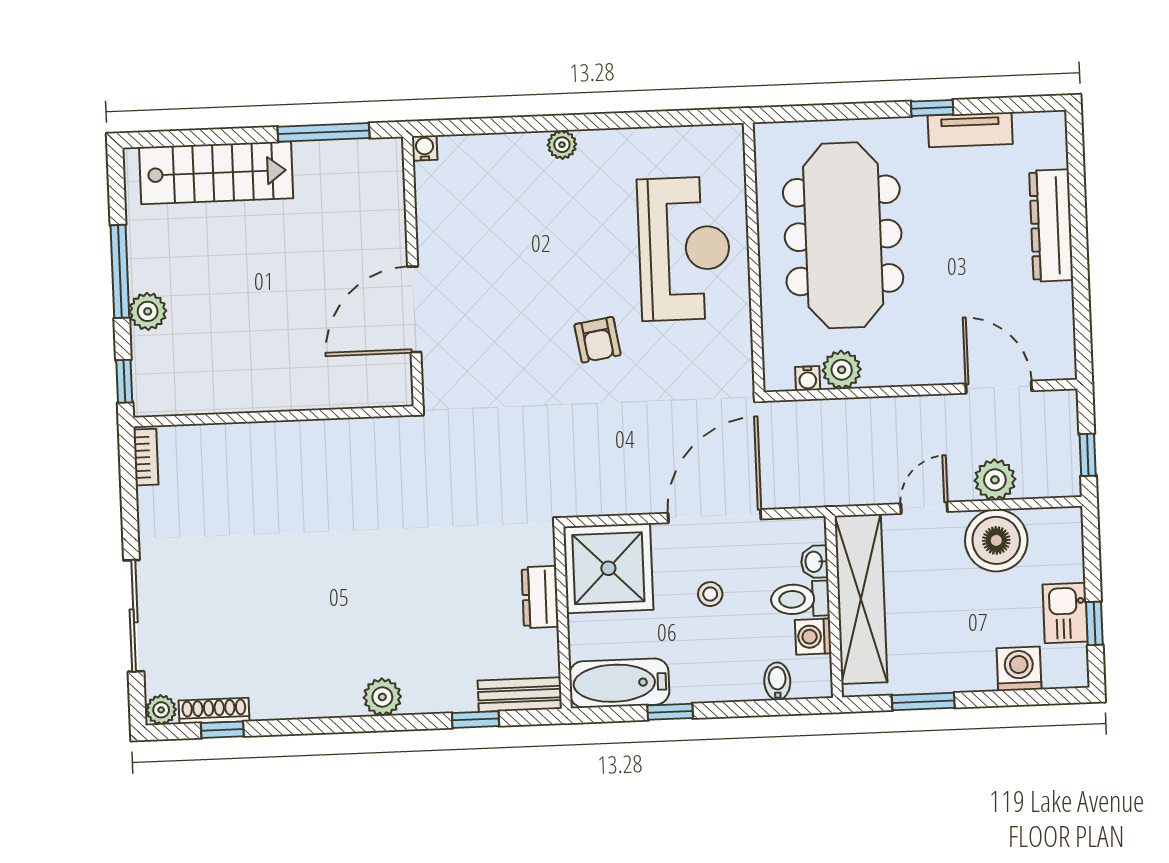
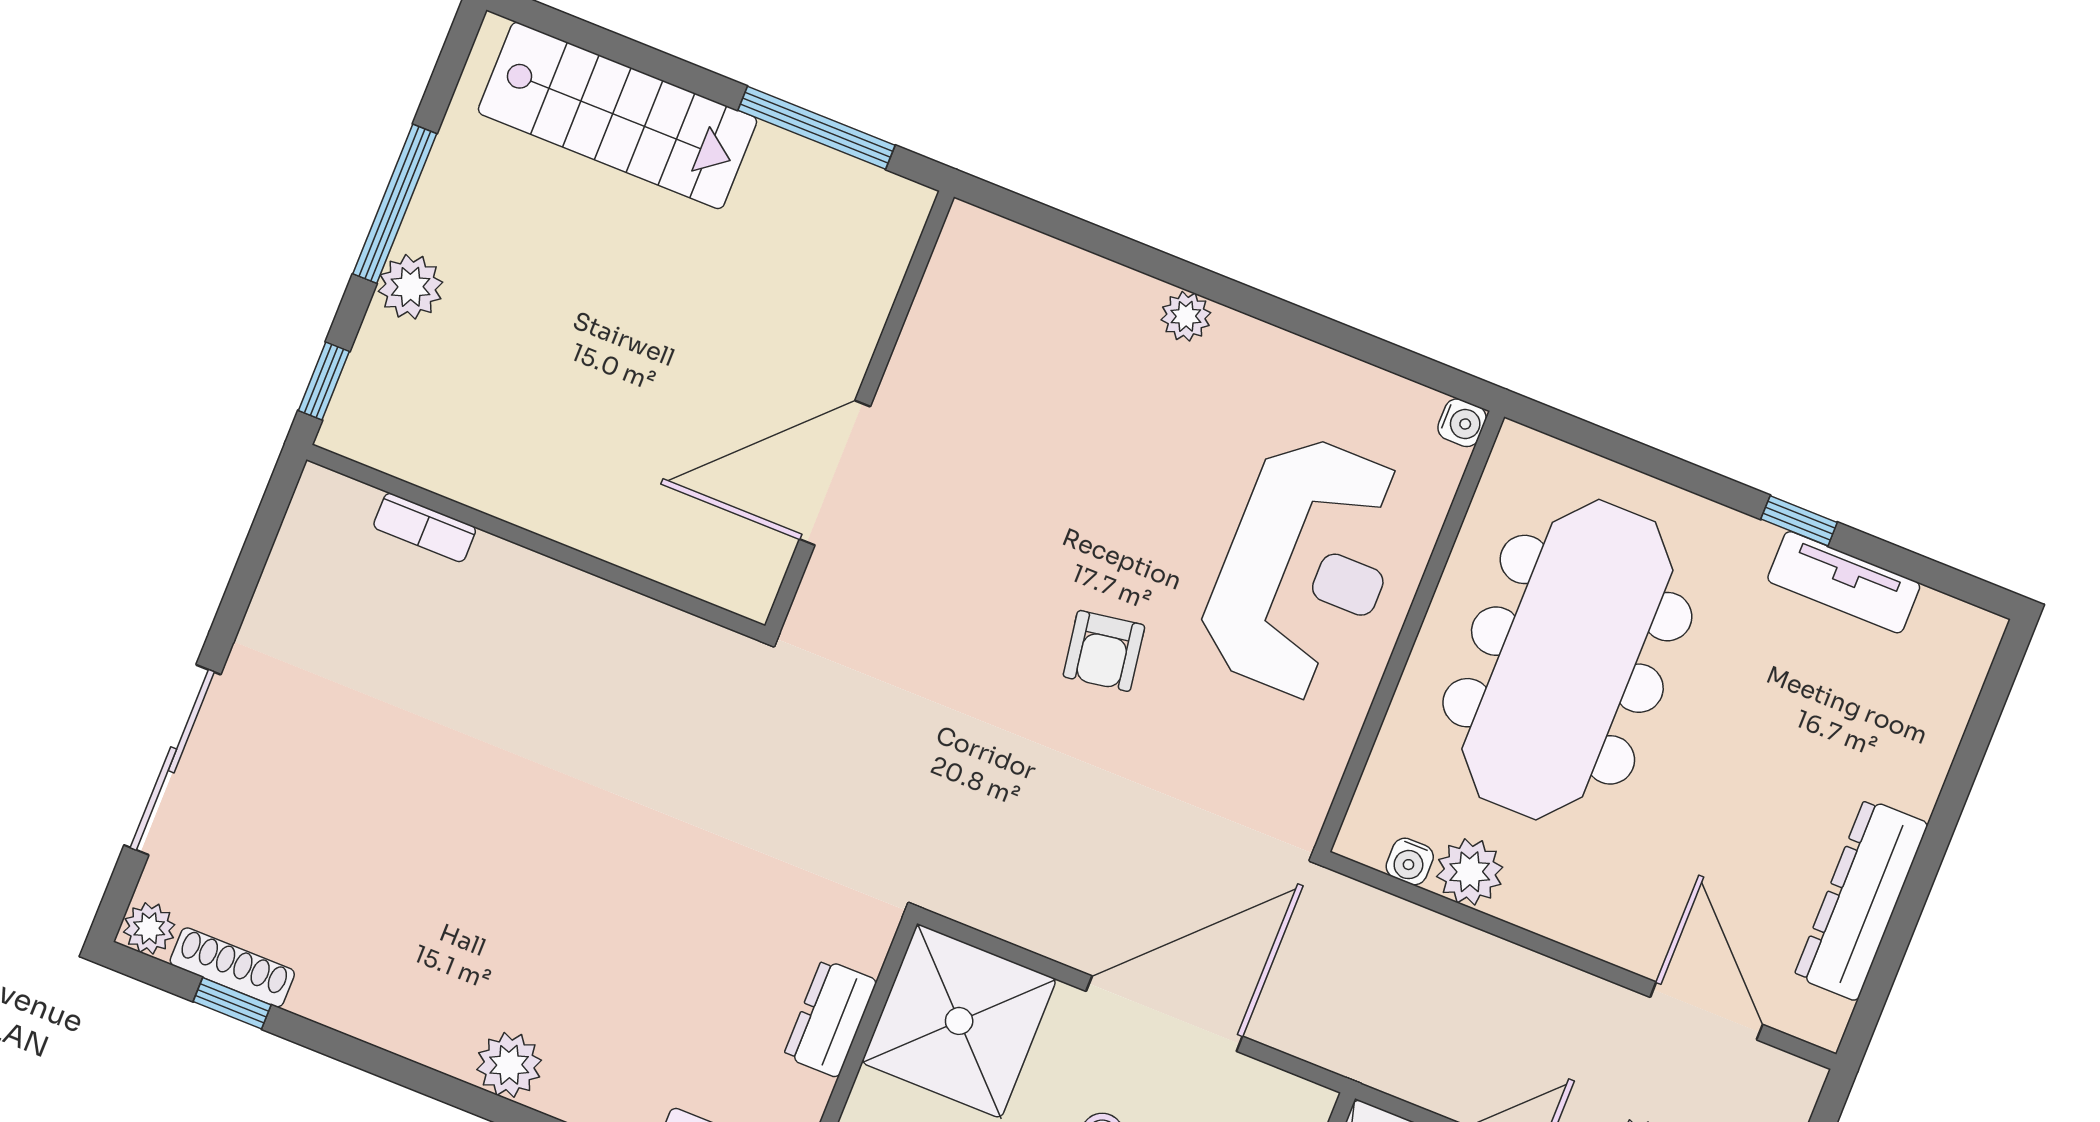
water cooler: (425, 148) -> (1462, 423), moved, turned 90
dresser: (1051, 225) -> (1861, 900), moved
bookcase: (146, 457) -> (425, 527), moved, turned 90

